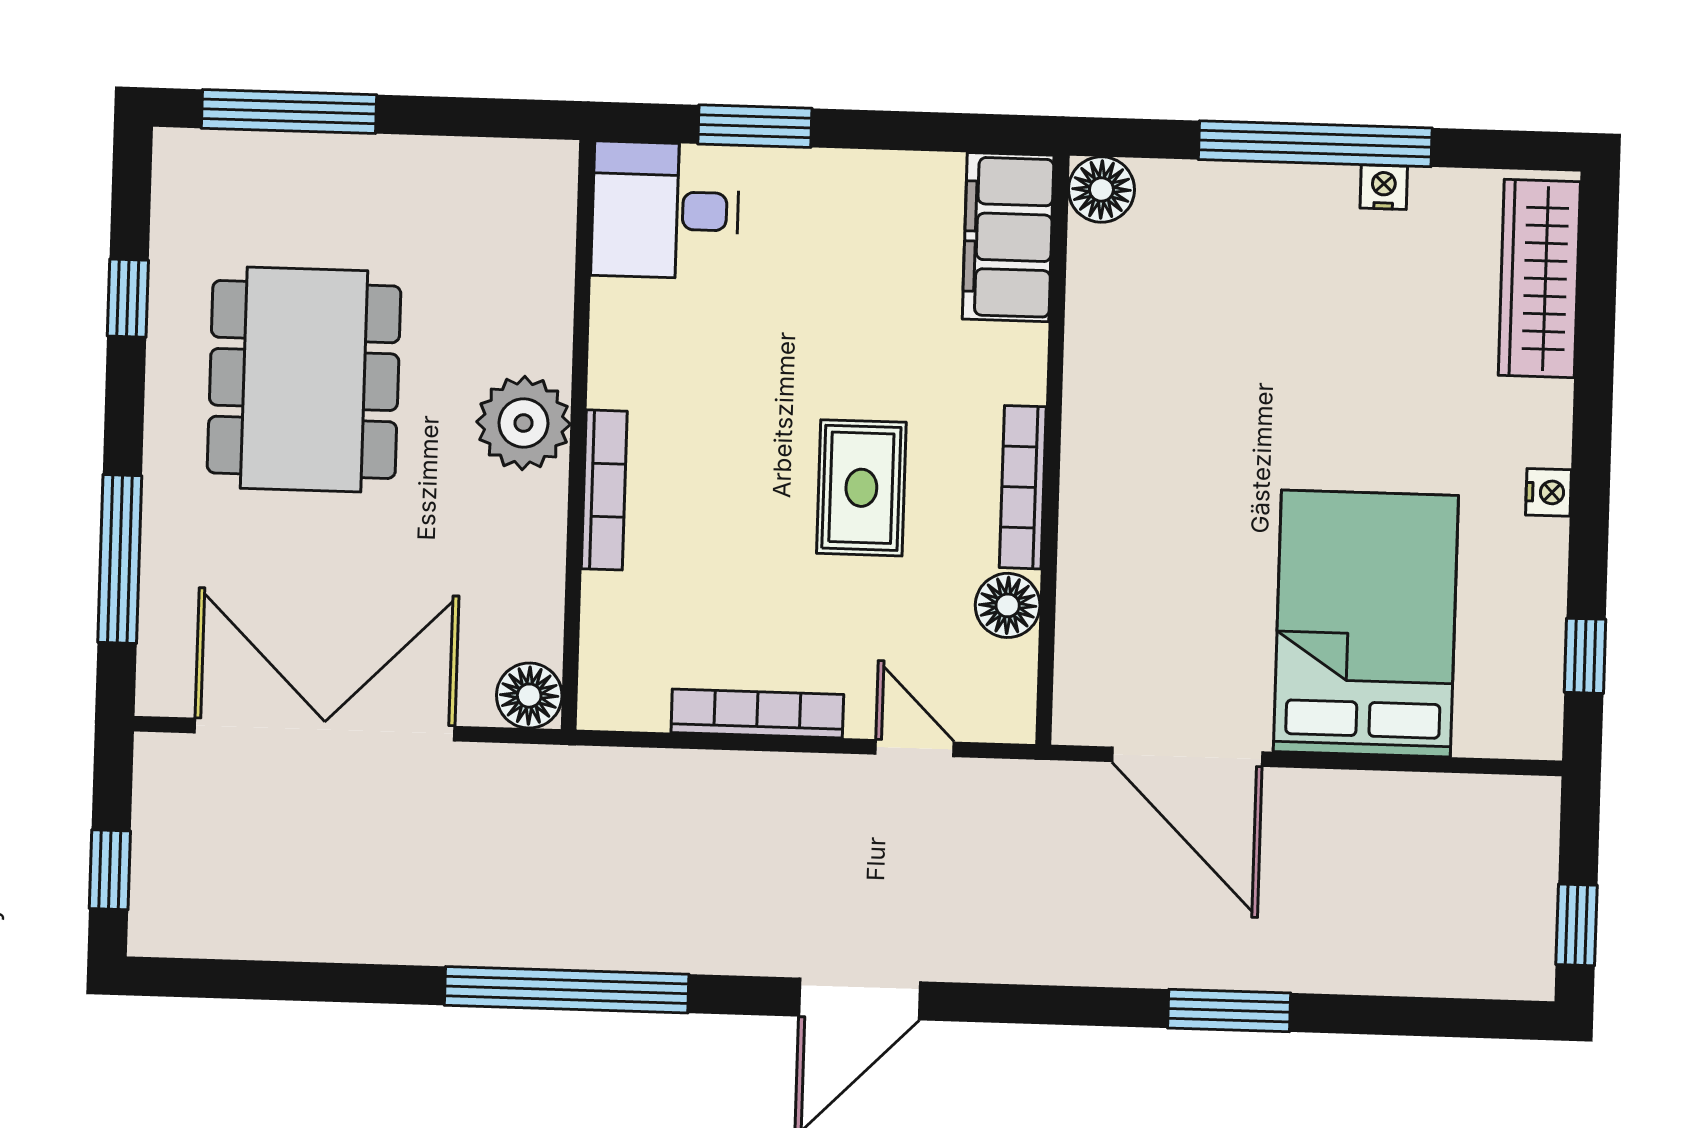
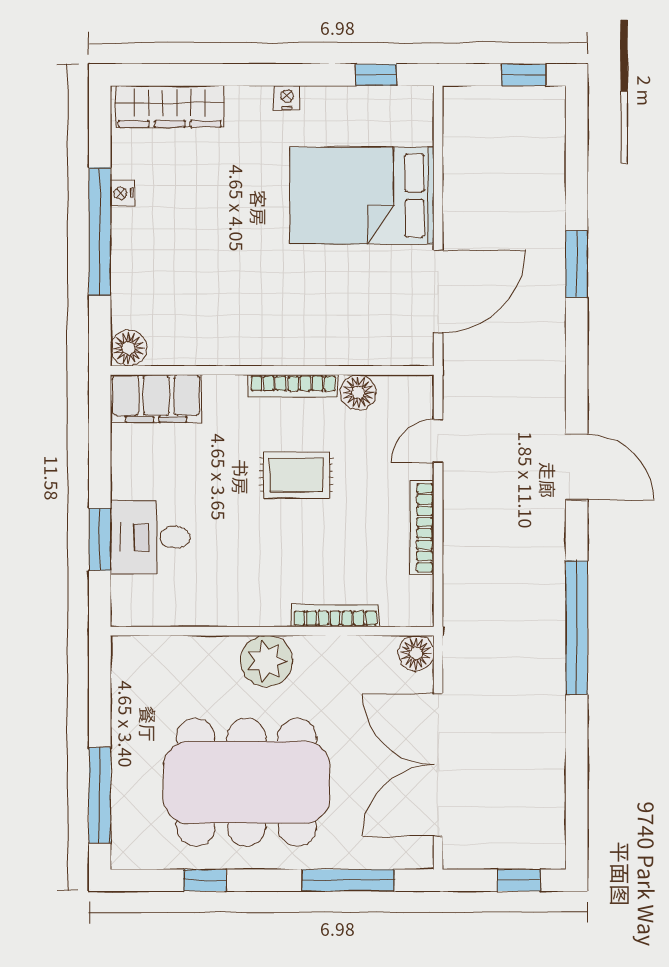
desk: (665, 210) -> (150, 537), moved, turned 90
dining table: (304, 379) -> (246, 782), width x1.36, depth x1.24
bookcase: (604, 490) -> (335, 616), moved

